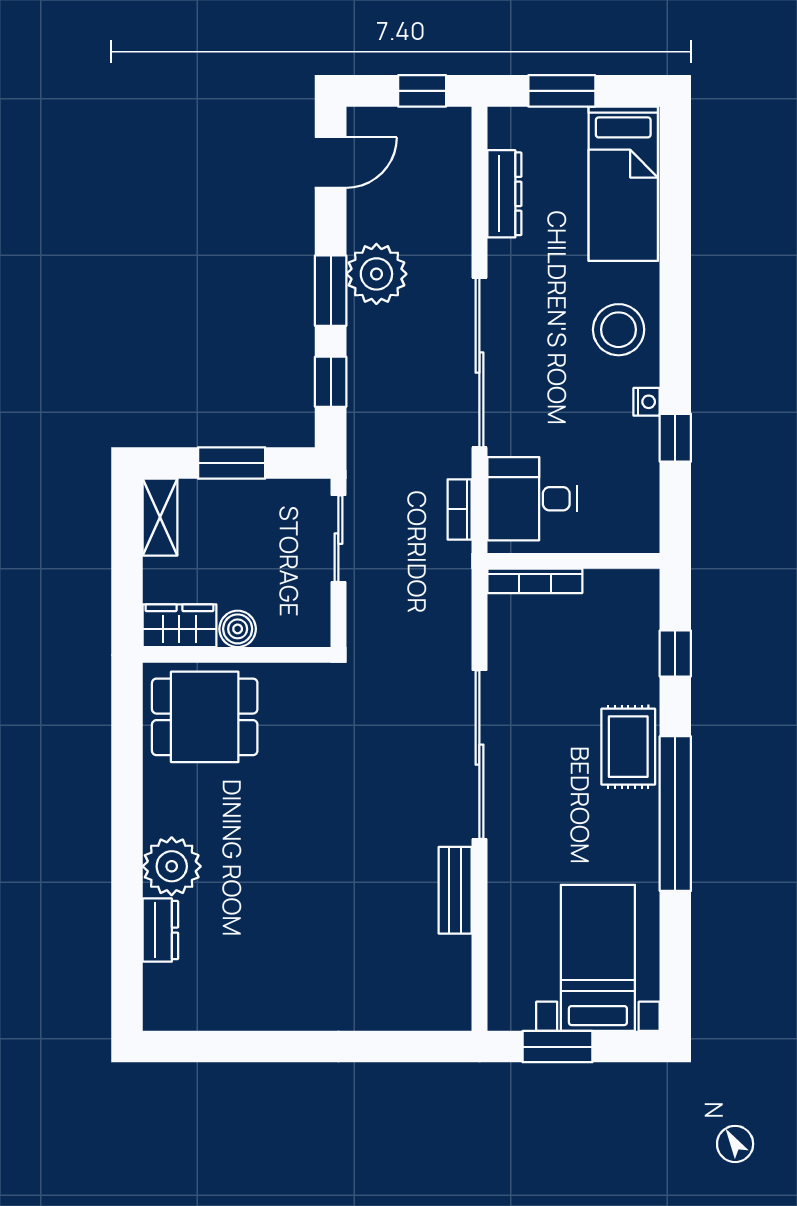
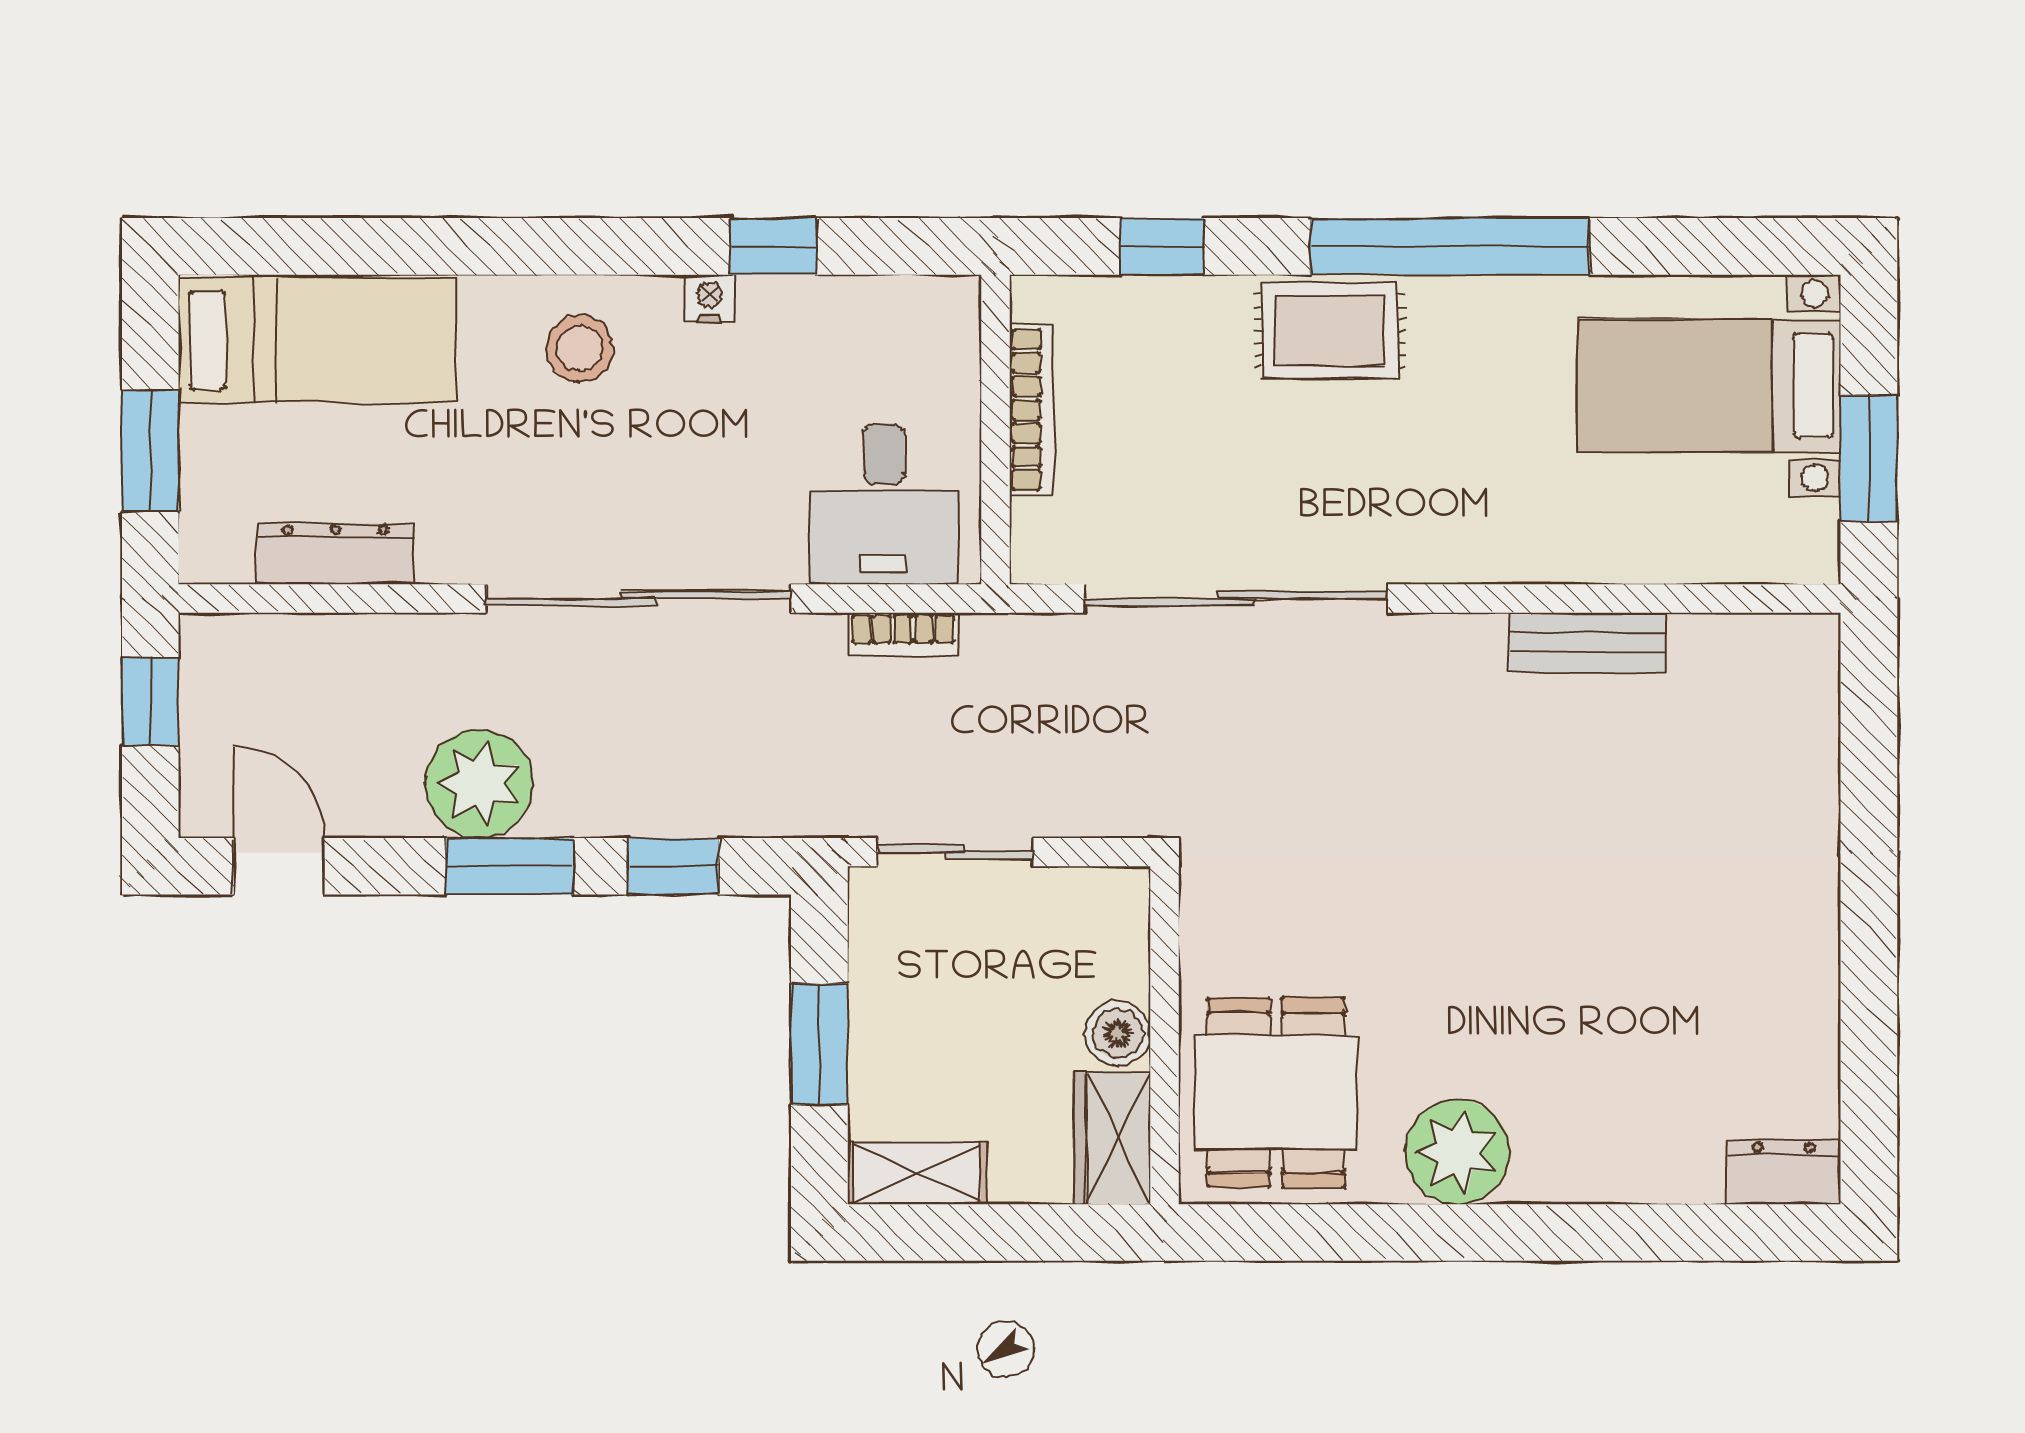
stool: (619, 330) -> (580, 348), width x0.73, depth x0.73
bookcase: (535, 581) -> (1031, 410), moved
sliding door: (479, 755) -> (1236, 599), moved
plant: (172, 866) -> (1458, 1152), moved
dresser: (160, 930) -> (1784, 1172), moved

